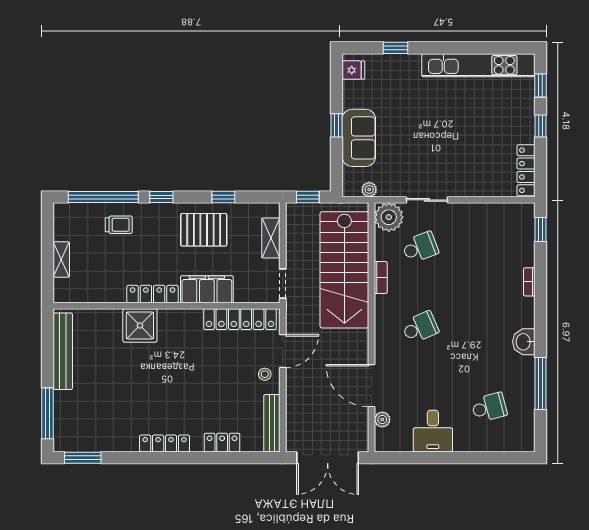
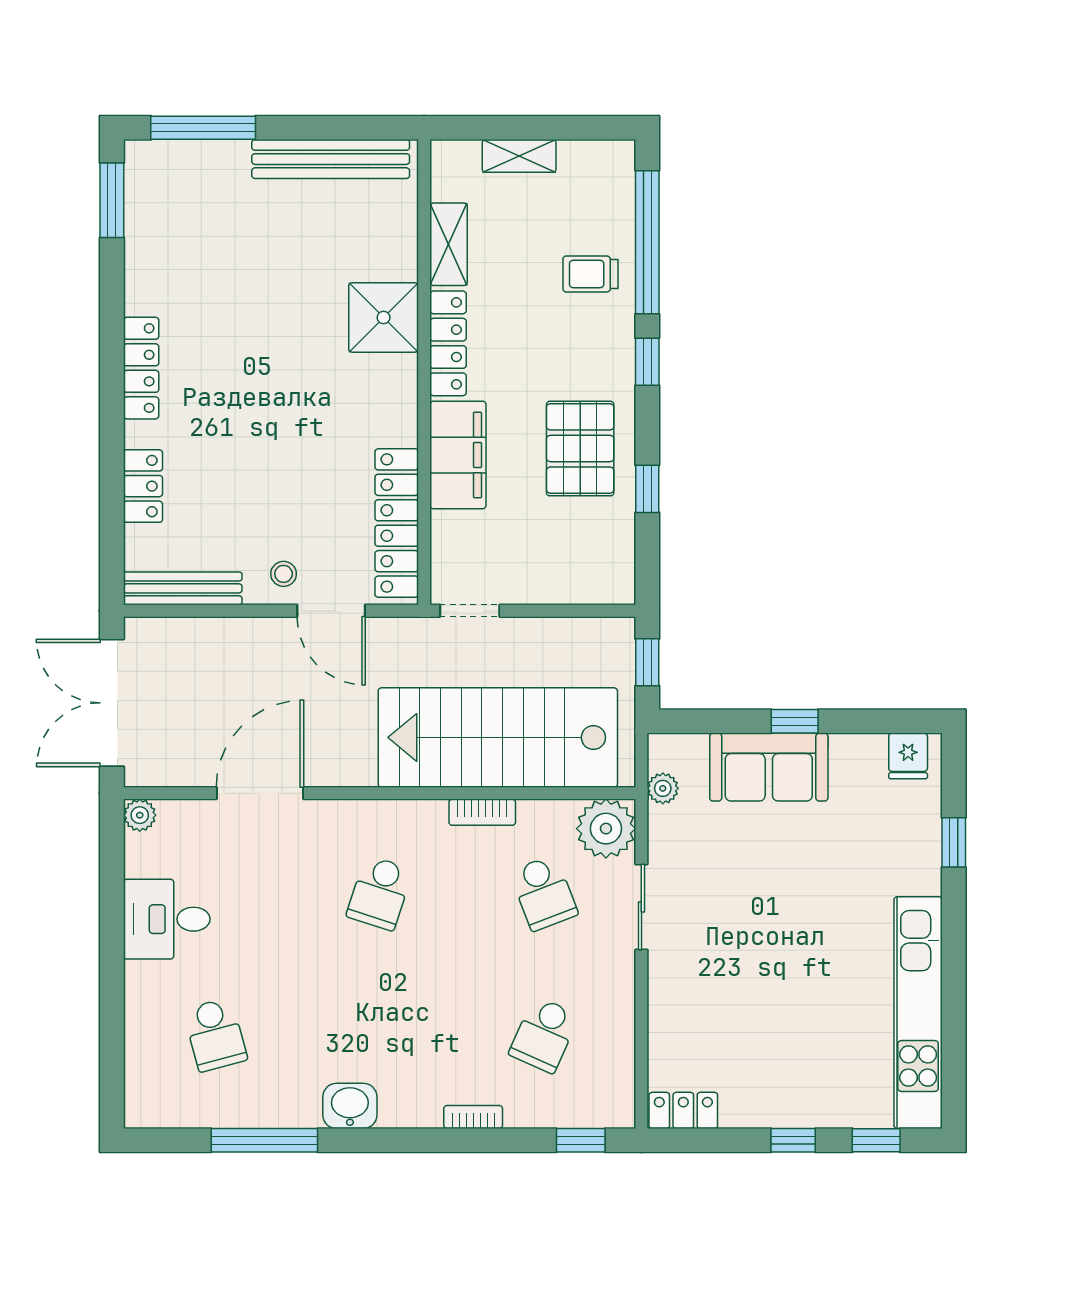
locker: (526, 170) -> (683, 1110), width x0.66
trolley: (119, 225) -> (590, 274), turned 90
shelving: (271, 238) -> (449, 244), moved, turned 90
school desk: (489, 247) -> (544, 1035), added
school desk: (420, 327) -> (380, 893), turned 42
plant: (382, 419) -> (140, 815), moved

